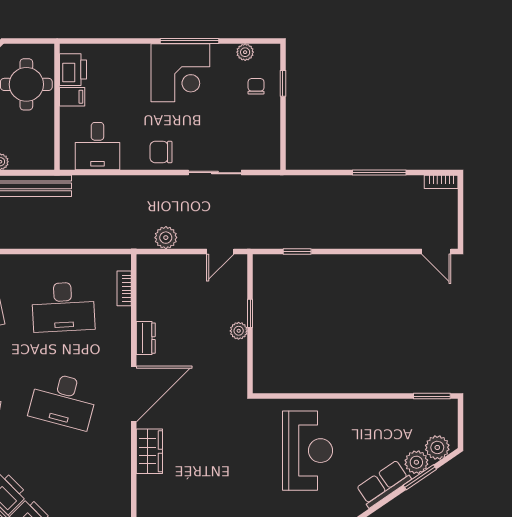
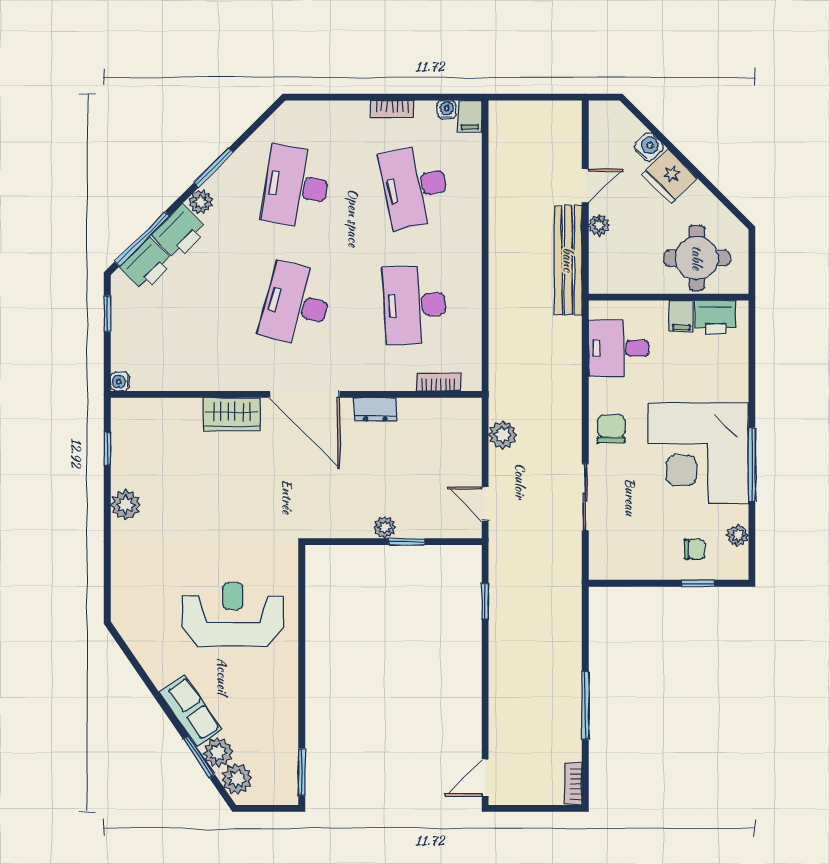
corner desk: (180, 73) -> (698, 453), width x1.36, depth x1.36
reception desk: (308, 451) -> (233, 614), turned 180

